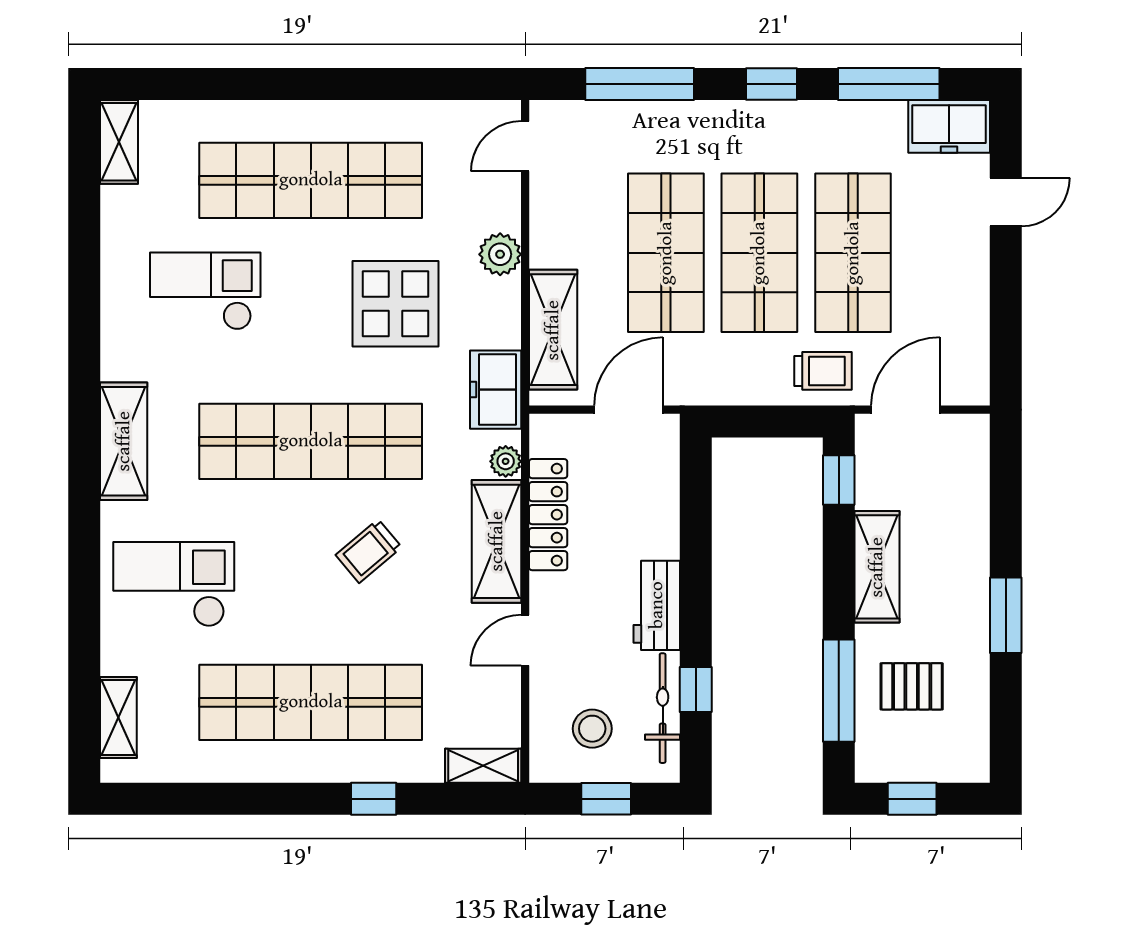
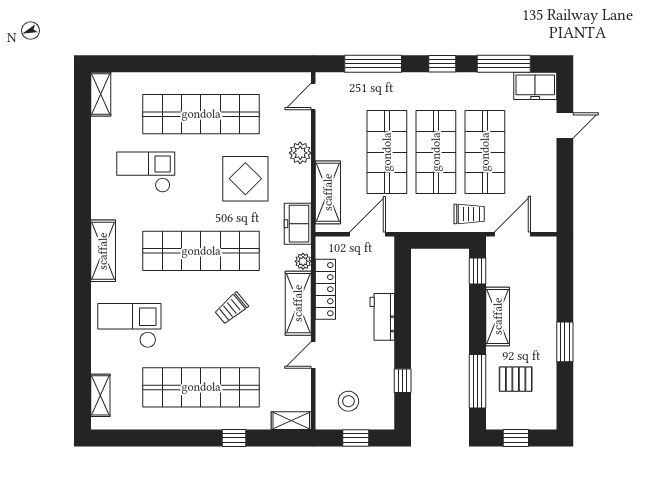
workbench: (657, 605) -> (382, 317), moved
bicycle: (663, 708) -> (385, 390), removed

